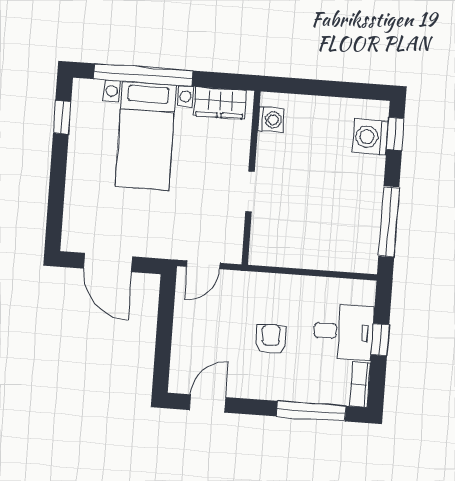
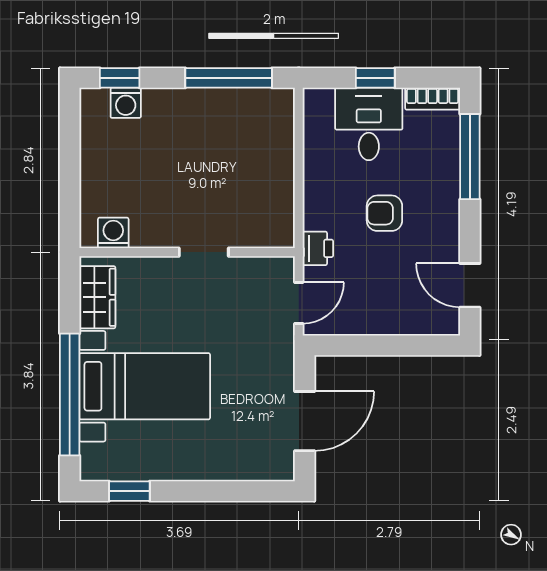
washing machine: (370, 137) -> (126, 103), width x0.73, depth x0.73
door: (203, 265) -> (299, 303), hinge flipped
printer: (246, 283) -> (318, 248), added

